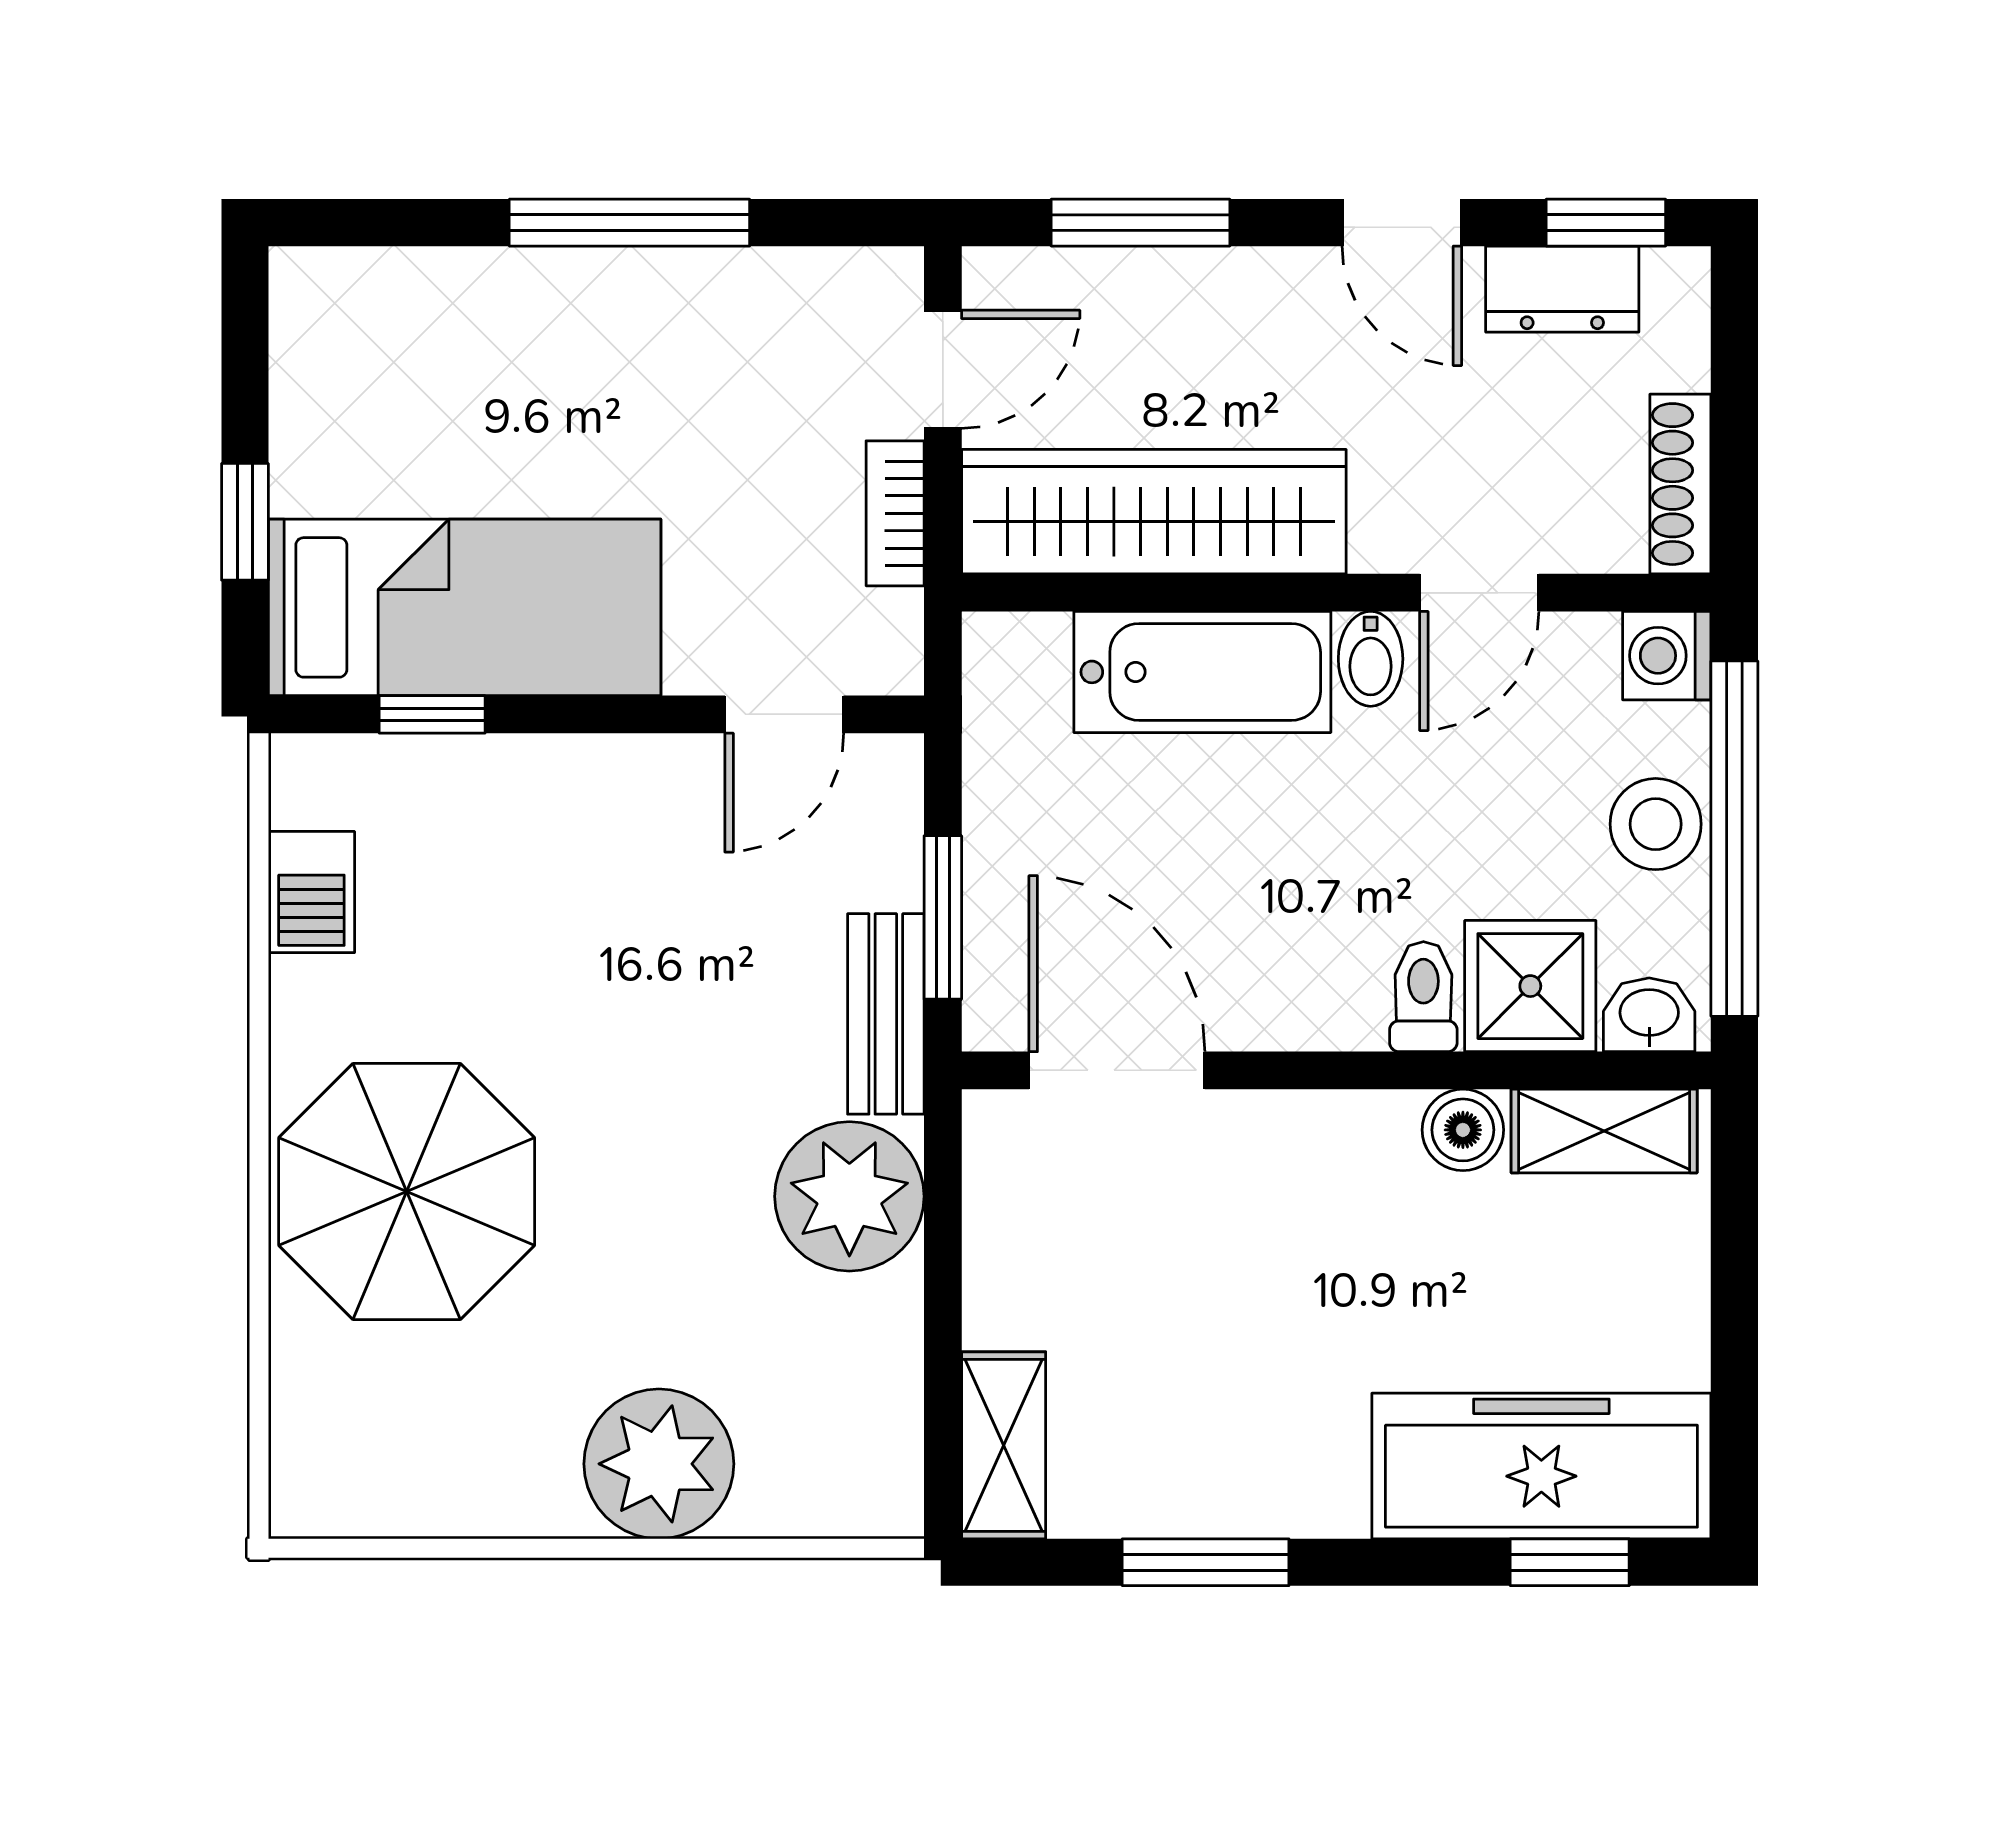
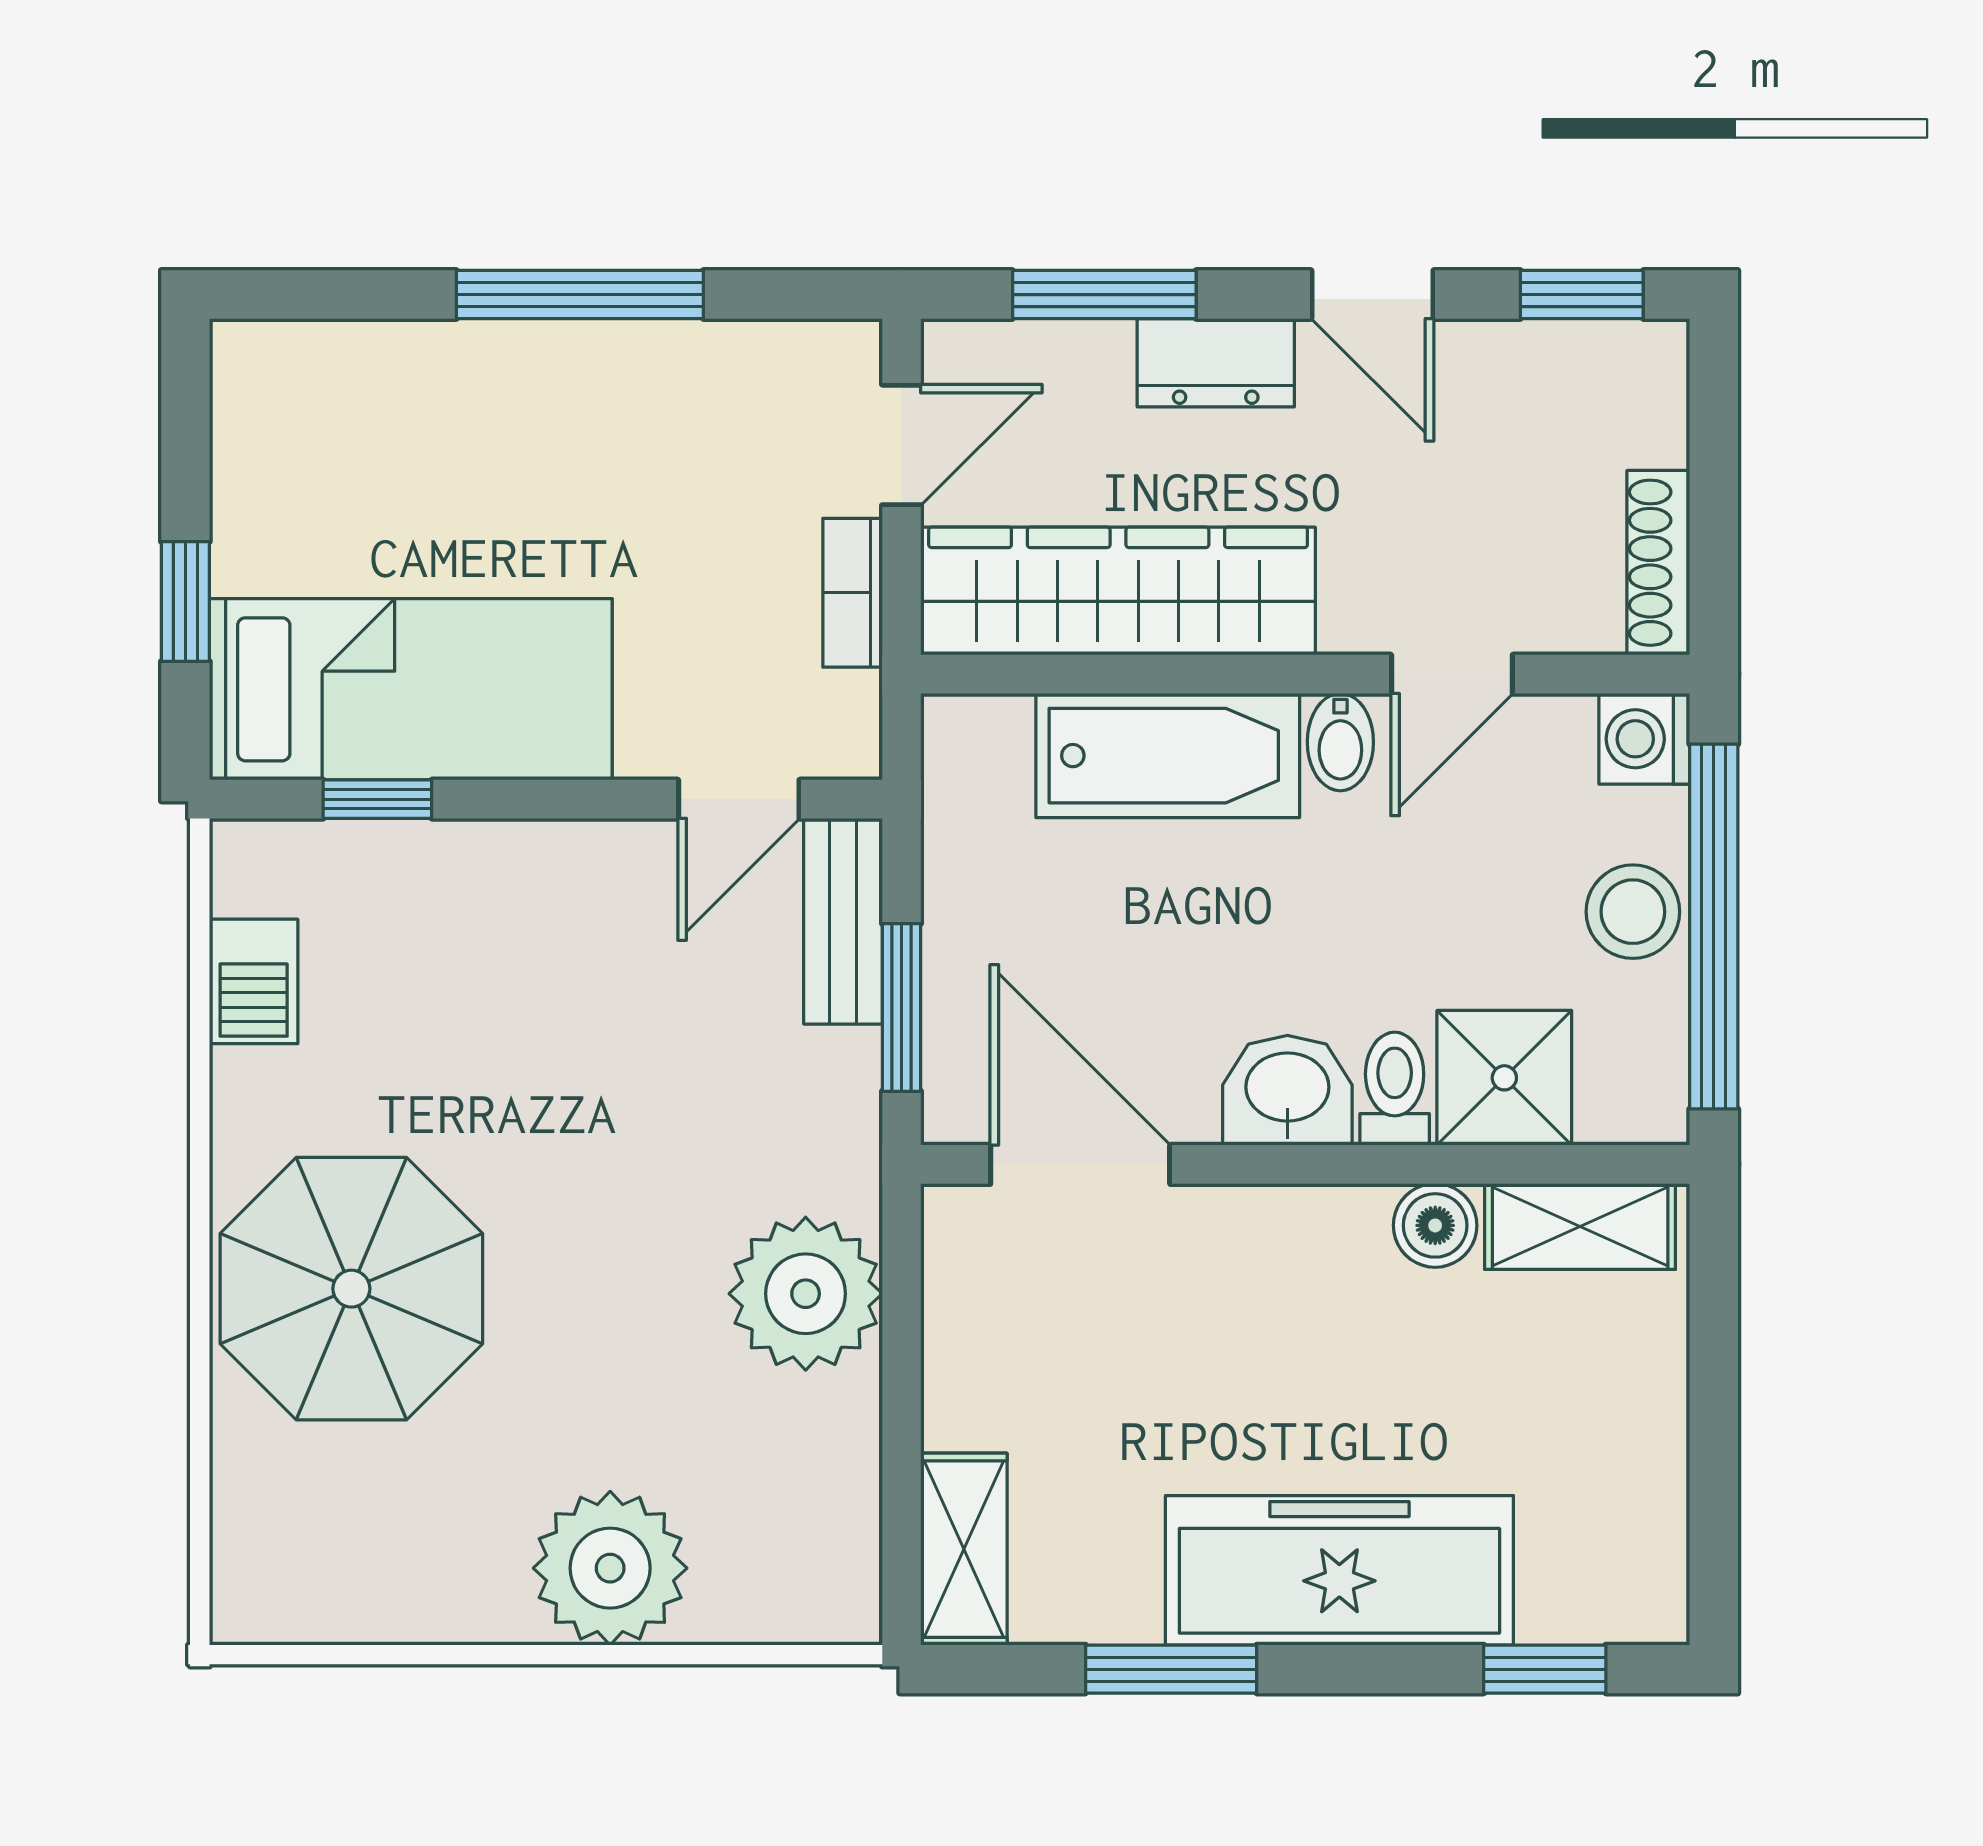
dresser: (1562, 289) -> (1216, 363), moved
bench: (886, 1014) -> (843, 921), moved
washbasin: (1649, 1015) -> (1287, 1090), moved, width x1.38, depth x1.45
freezer: (1541, 1466) -> (1339, 1570), moved

